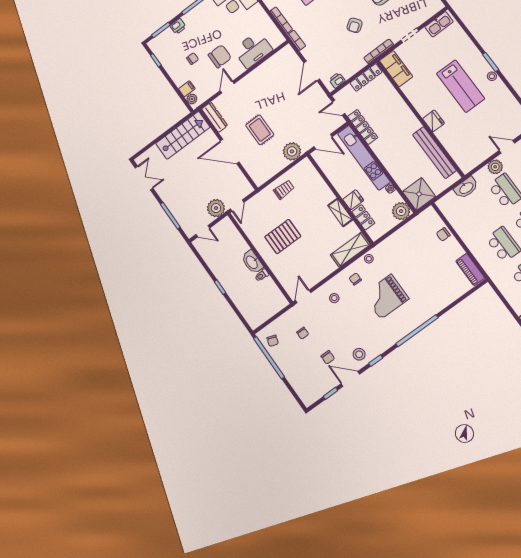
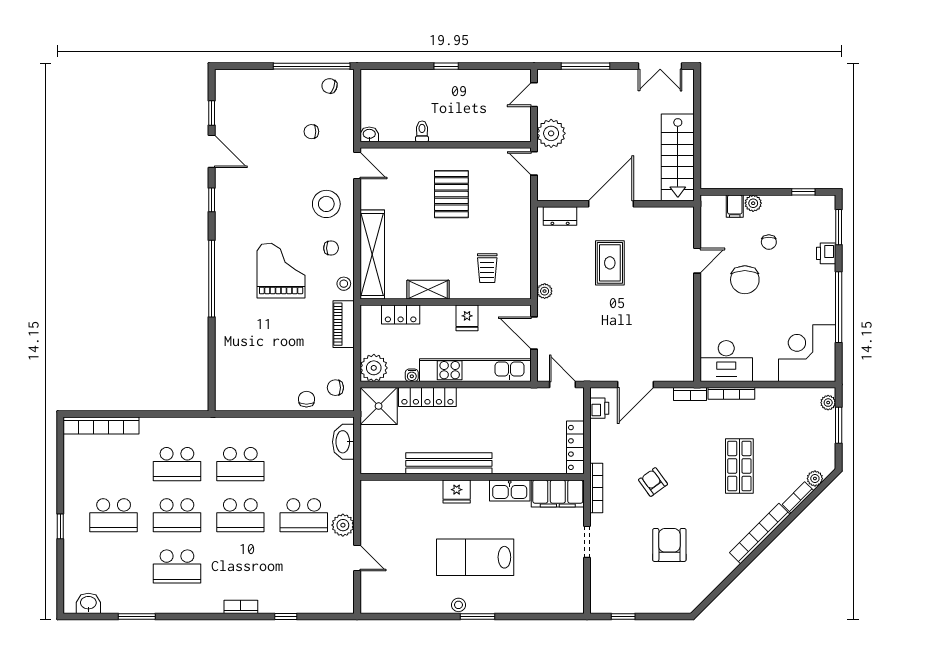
kitchen sink: (439, 24) -> (510, 491), moved, turned -90
desk: (253, 50) -> (726, 361), moved, turned -90
door: (312, 71) -> (636, 385), swing flipped
door: (227, 87) -> (697, 261), hinge flipped
plant: (192, 99) -> (753, 203), moved
door: (339, 108) -> (563, 385), hinge flipped
dresser: (215, 117) -> (560, 216), moved, width x0.70
locker: (363, 127) -> (427, 397), moved
rug: (260, 130) -> (610, 263), turned 90
door: (323, 142) -> (534, 333), hinge flipped
door: (507, 147) -> (357, 558), hinge flipped
plant: (292, 151) -> (545, 291), width x0.53, depth x0.53
bench: (434, 153) -> (449, 463), moved
washbasin: (466, 188) -> (343, 442), moved
trolley: (284, 190) -> (487, 268), moved
fridge: (353, 200) -> (467, 318), moved
shelving: (350, 250) -> (372, 255), width x1.47
washbasin: (252, 262) -> (369, 134), moved, width x0.52, depth x0.69
piano: (470, 269) -> (344, 324), moved, turned -90
stool: (334, 298) -> (326, 204), width x1.89, depth x1.89
stool: (359, 354) -> (234, 185), removed
chair: (328, 357) -> (335, 388), moved
door: (350, 379) -> (212, 151), hinge flipped

